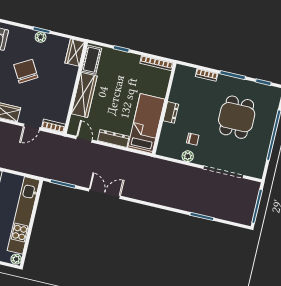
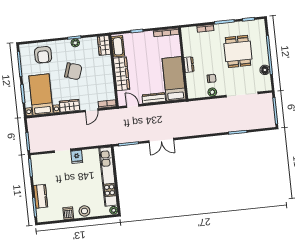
chair: (26, 71) -> (73, 71), turned 138
floor lamp: (262, 151) -> (265, 70), added
double door: (105, 194) -> (161, 140), swing flipped

